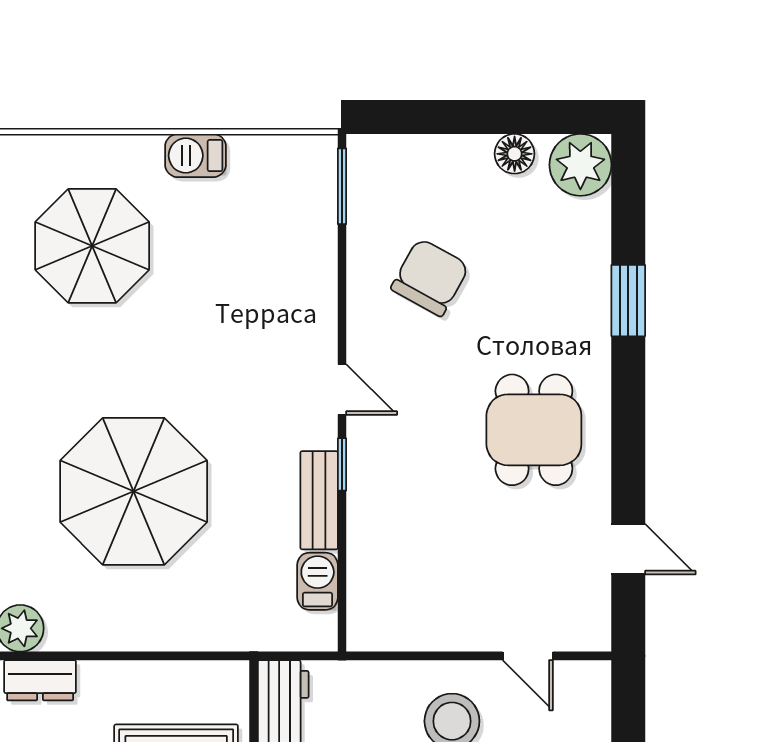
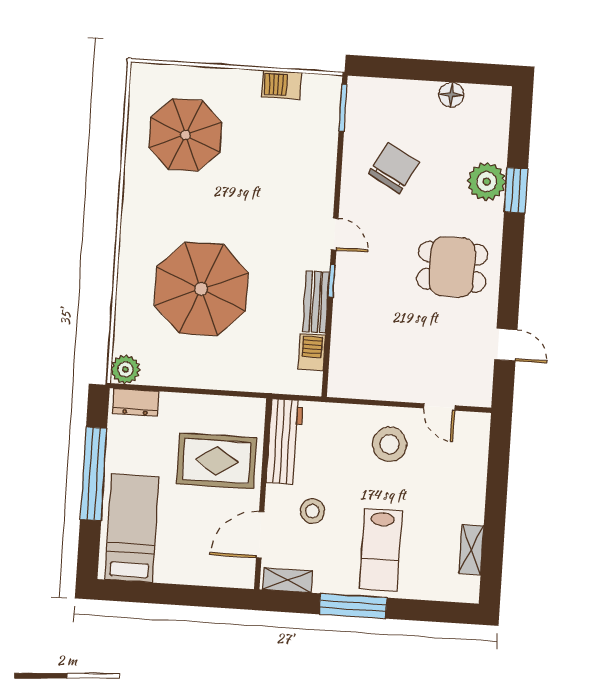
barbecue: (195, 156) -> (281, 85), moved
plant: (580, 165) -> (487, 182), moved
dining table: (534, 430) -> (452, 267), turned 90

